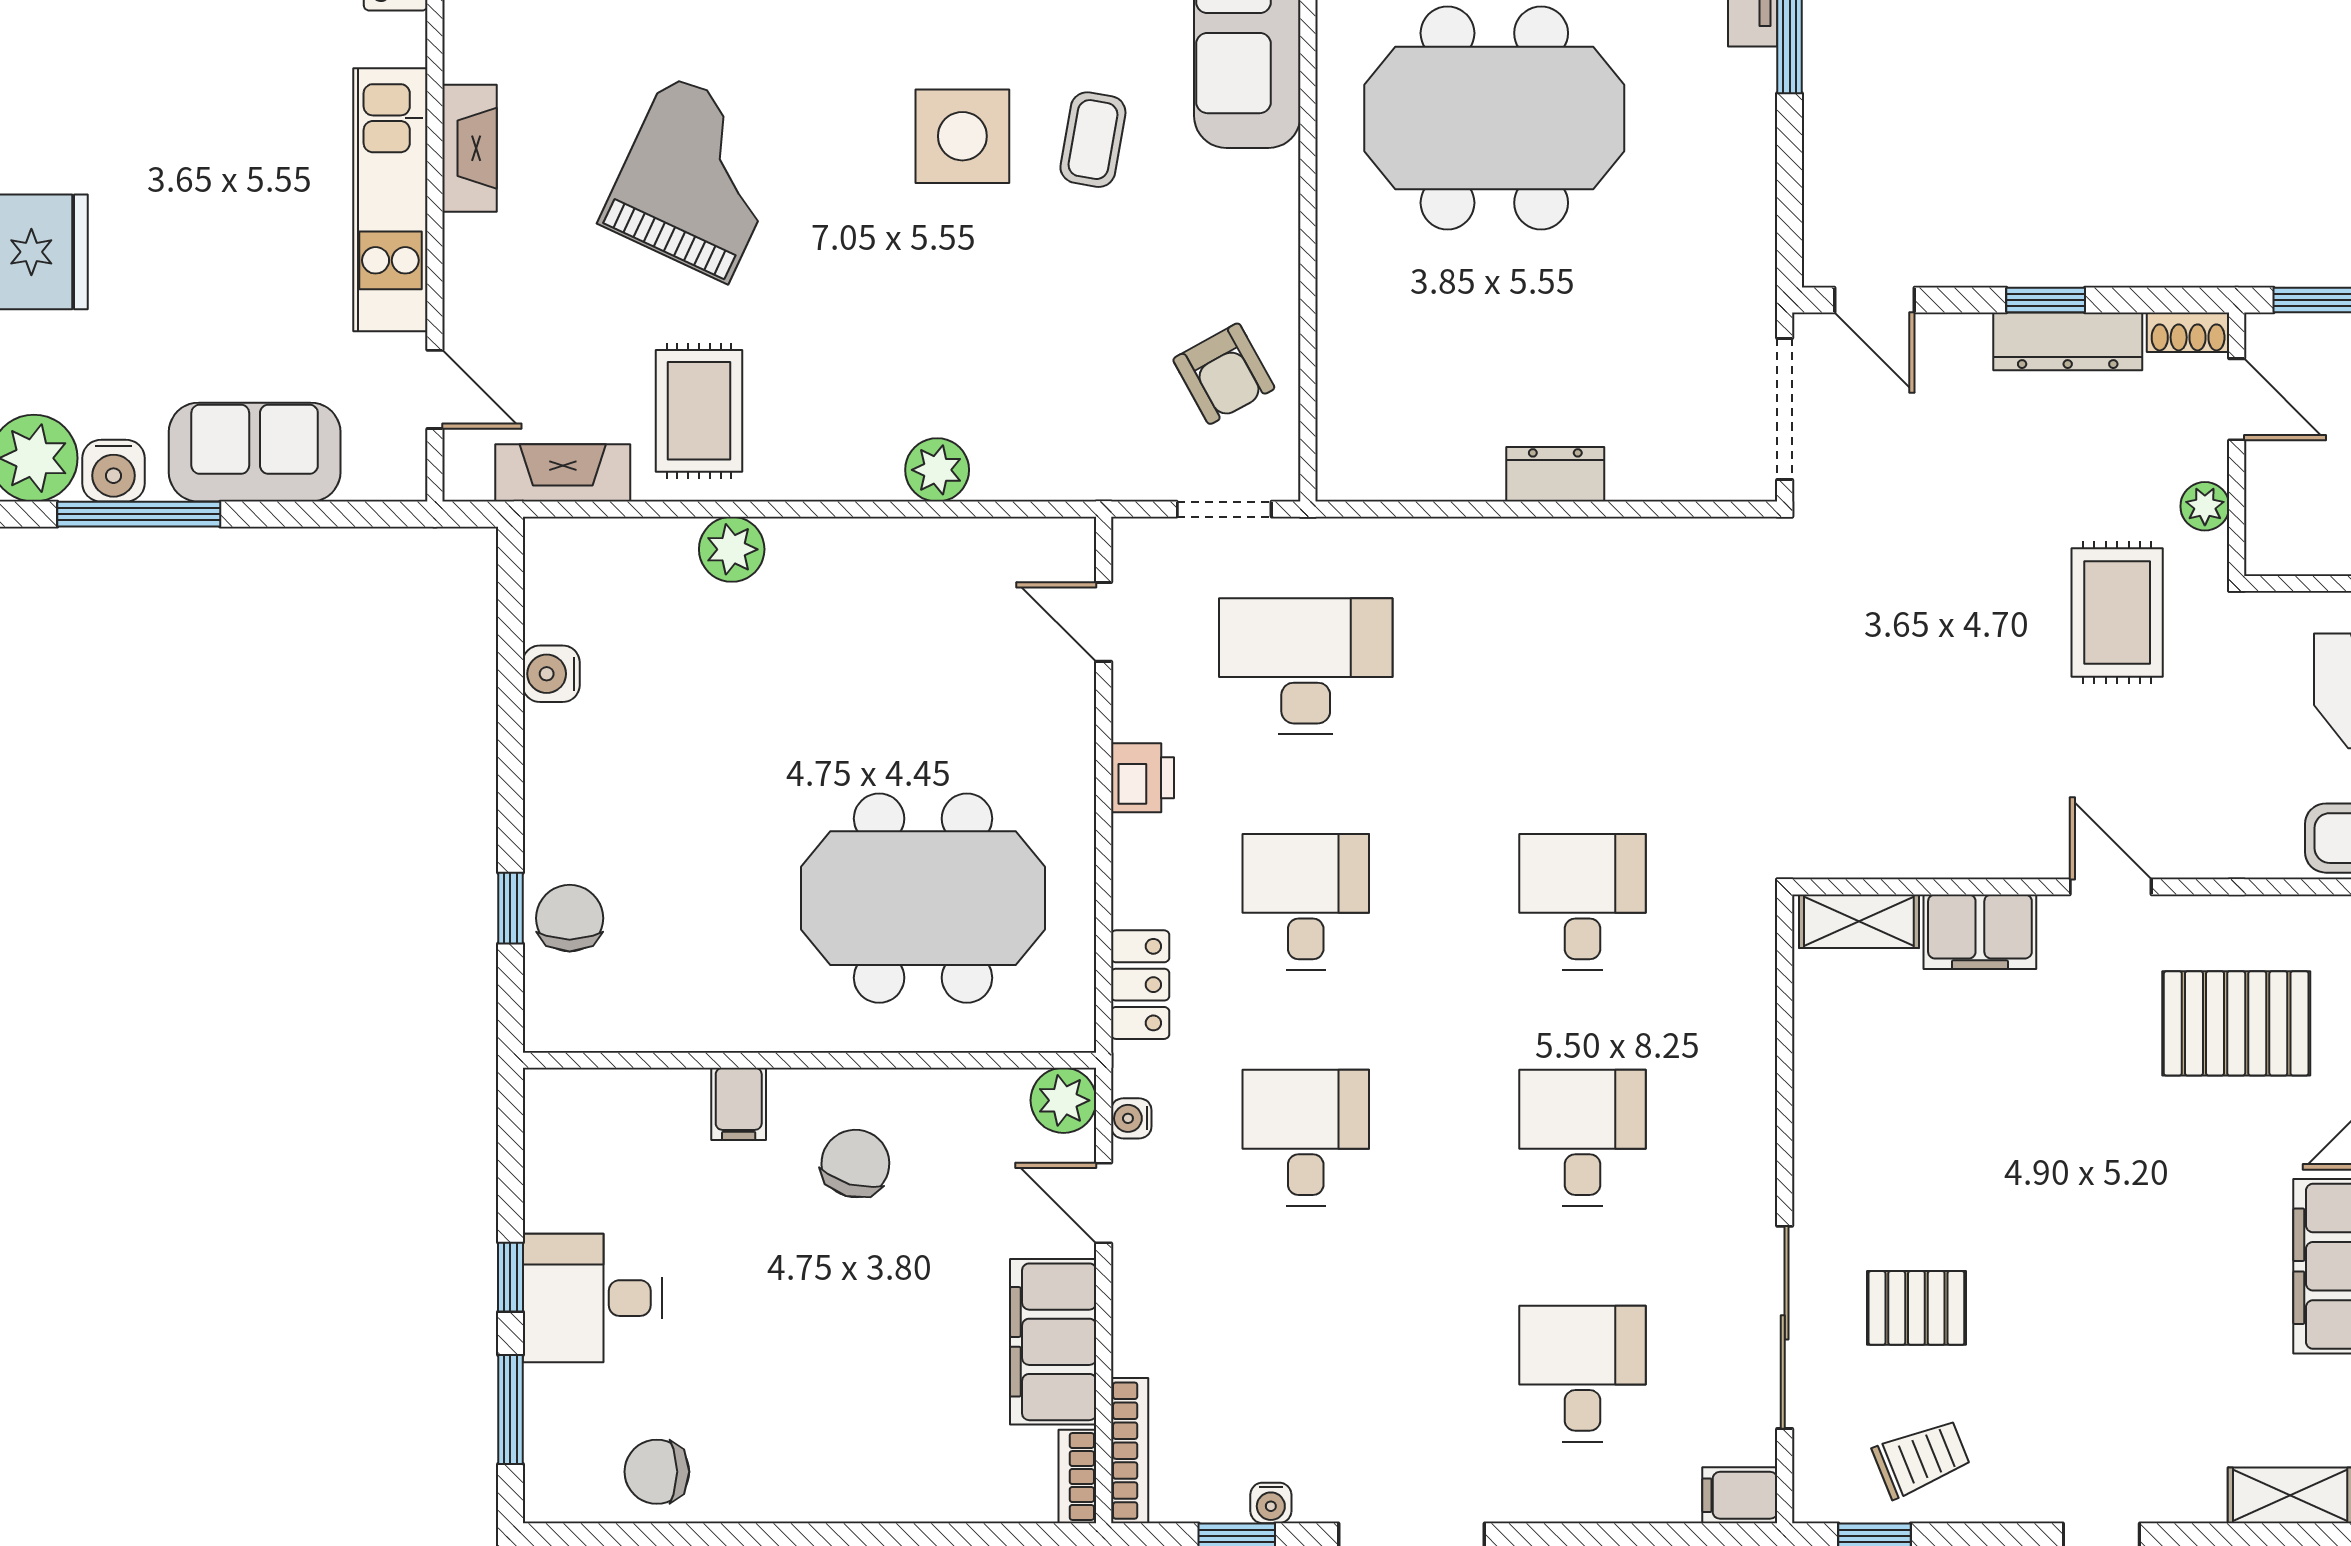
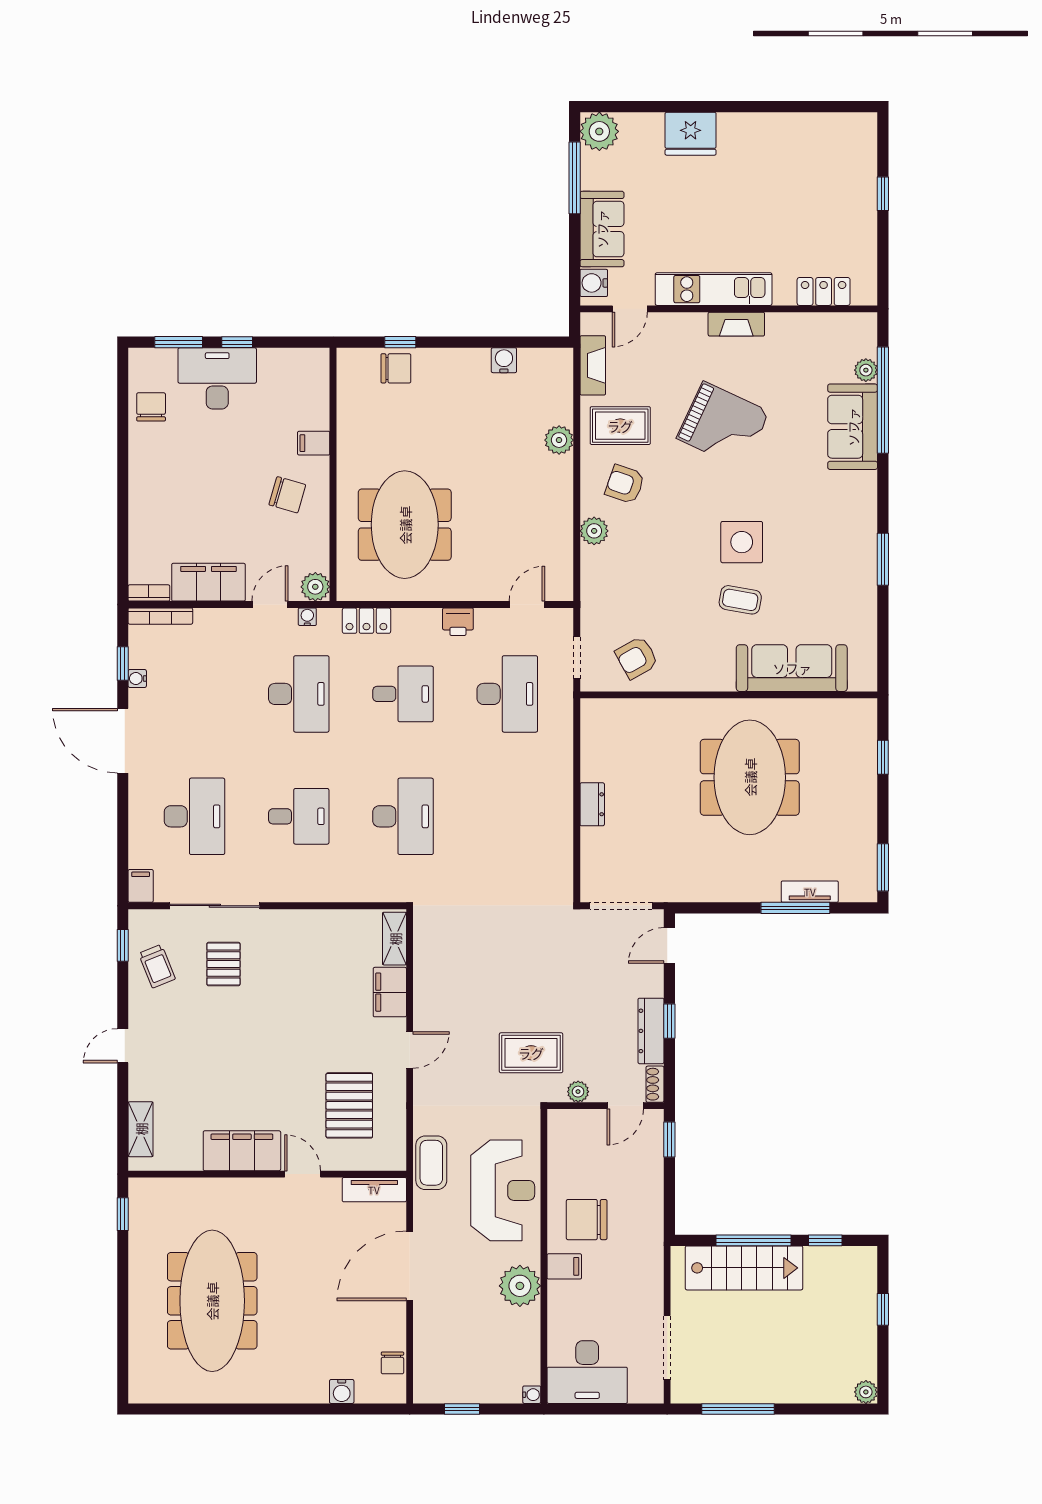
armchair: (832, 400) -> (625, 484), added
water cooler: (113, 471) -> (594, 283), moved
desk: (1582, 902) -> (403, 816), width x1.37
desk: (1306, 1138) -> (299, 694), width x1.37
desk: (592, 1298) -> (217, 378), width x1.37
desk: (1582, 1374) -> (194, 816), width x1.37

